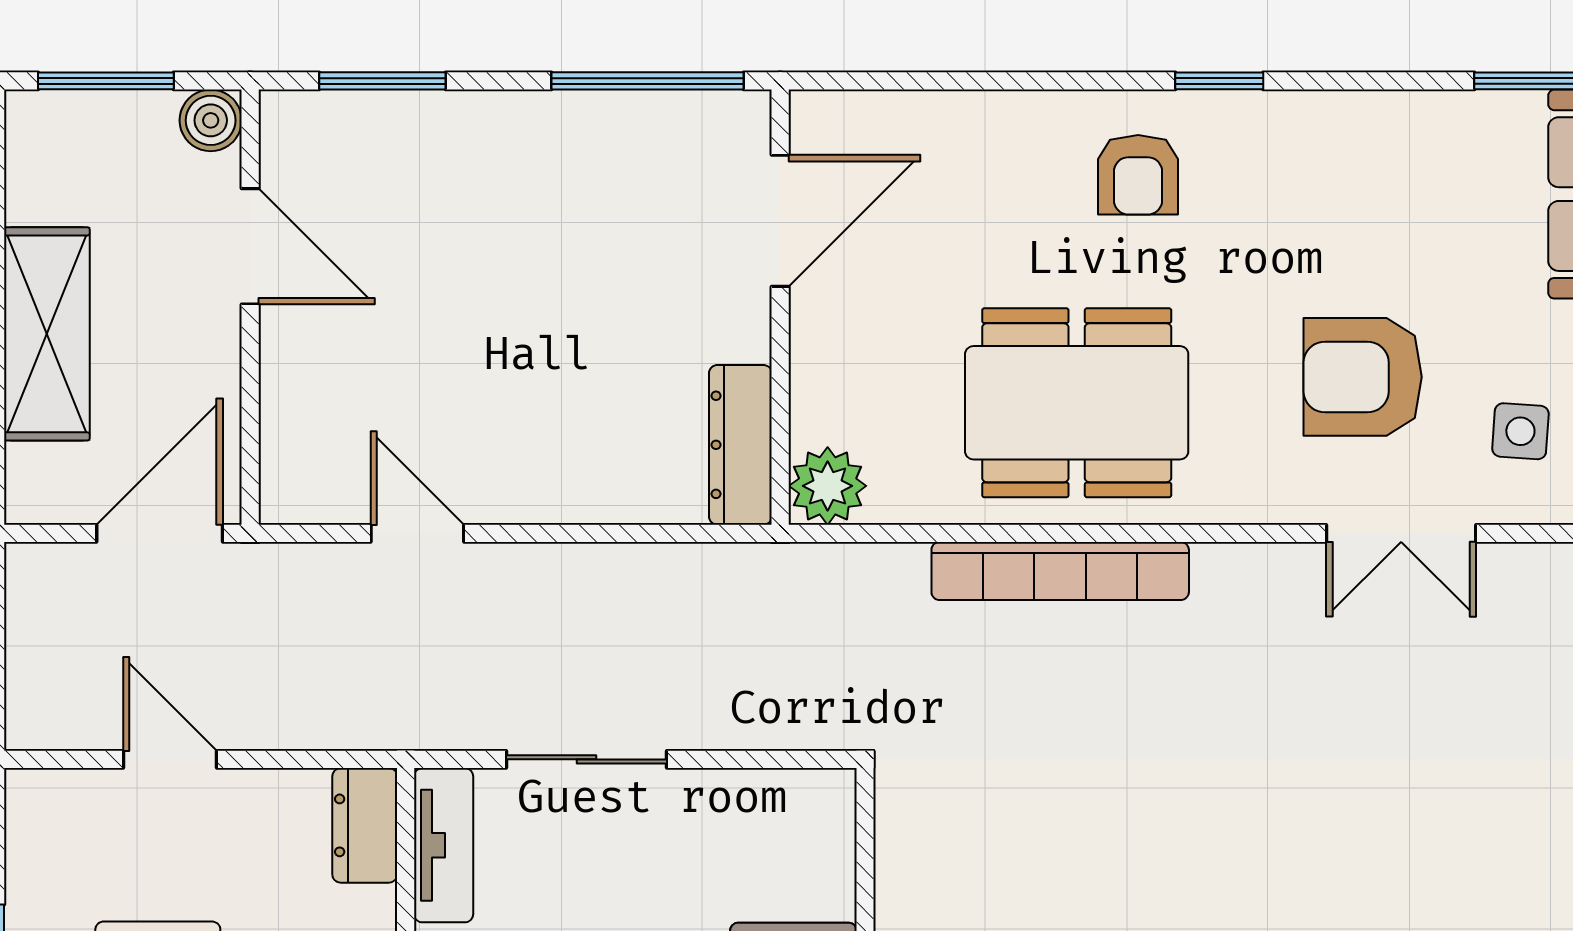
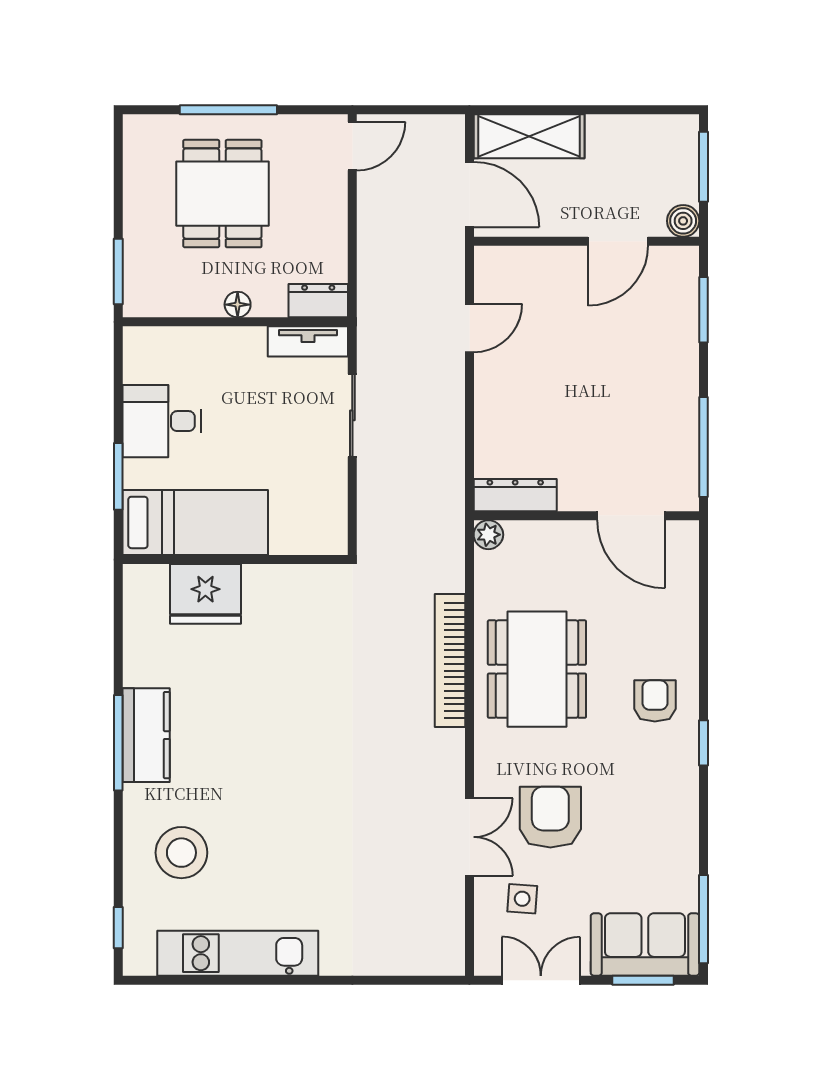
armchair: (1138, 175) -> (655, 701), turned 90
shelving: (47, 334) -> (529, 136), moved
plant: (828, 486) -> (488, 535), width x0.73, depth x0.73
double door: (1401, 533) -> (469, 837), swing flipped
door: (170, 759) -> (352, 146), moved

